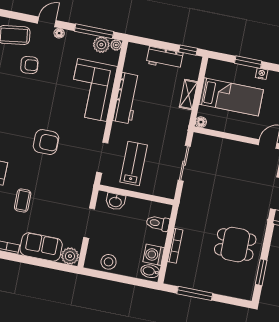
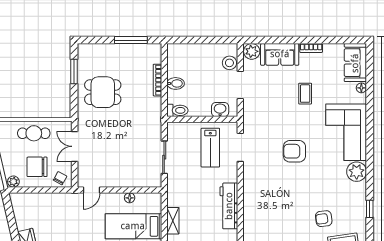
corner sofa: (92, 90) -> (262, 207), removed
floor lamp: (201, 122) -> (130, 198), moved
toilet: (158, 223) -> (177, 110), moved
washing machine: (154, 255) -> (176, 68), removed
stool: (109, 262) -> (229, 63), moved
bidet: (150, 271) -> (176, 83), moved

